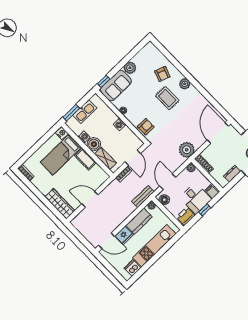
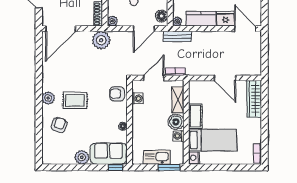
rug: (167, 98) -> (75, 100), turned 90
washing machine: (120, 124) -> (137, 98), moved

